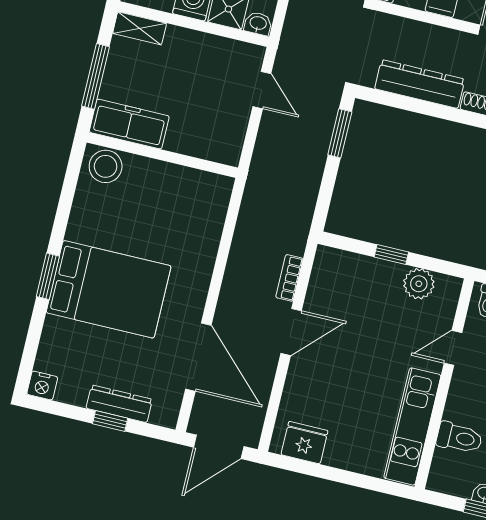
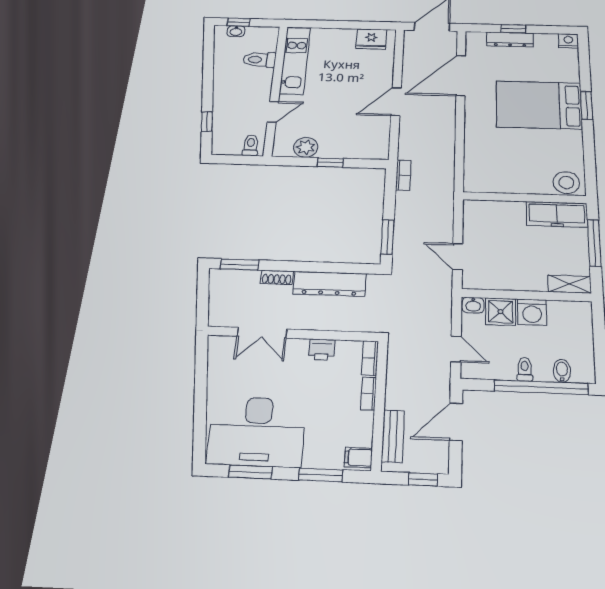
bookcase: (289, 278) -> (403, 175), moved
door: (198, 357) -> (461, 75), hinge flipped

